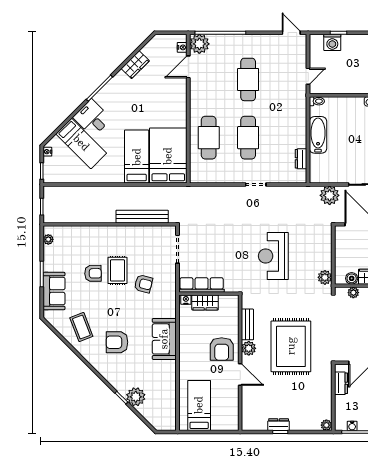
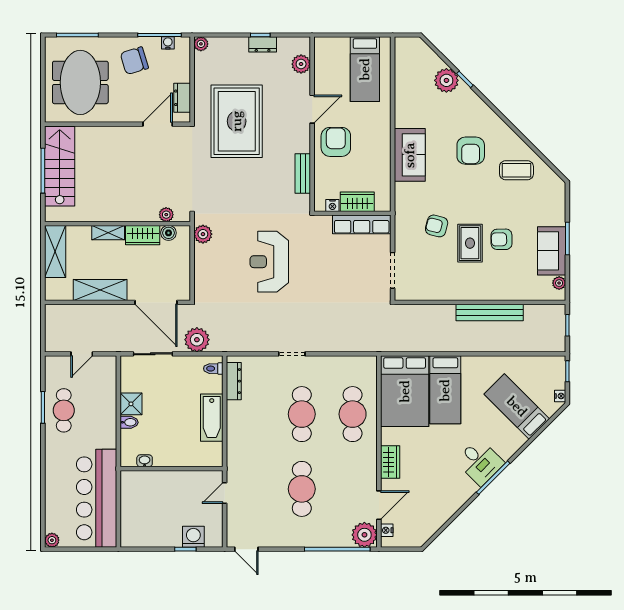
wardrobe: (135, 65) -> (390, 462), moved, turned 135
toilet: (317, 101) -> (213, 369), moved
desk: (92, 118) -> (480, 462), moved
dresser: (301, 159) -> (234, 381), width x1.44
bench: (142, 217) -> (490, 312), moved
reception desk: (273, 256) -> (269, 262), turned 180
sofa: (54, 291) -> (552, 251), moved
nightstand: (186, 300) -> (332, 205), moved
coffee table: (81, 327) -> (516, 170), turned -69
armchair: (117, 342) -> (471, 151), turned 90
rug: (291, 346) -> (237, 121), moved
plant: (249, 348) -> (301, 64), moved
door: (240, 375) -> (312, 109), swing flipped

